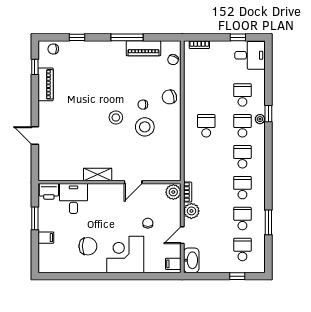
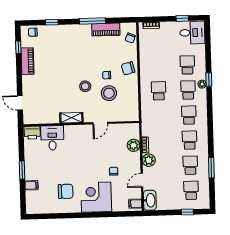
shelving: (98, 174) -> (71, 118), moved
wall: (110, 182) -> (81, 124), moved
door: (133, 182) -> (100, 123), moved
printer: (49, 191) -> (32, 133), moved
desk: (73, 199) -> (52, 138), moved

